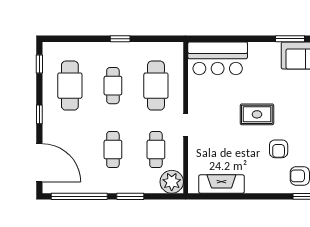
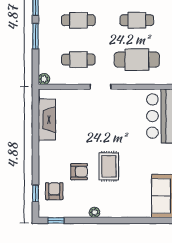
rug: (257, 114) -> (109, 166), moved
armchair: (279, 149) -> (79, 172), turned 180
plant: (172, 182) -> (44, 79), width x0.53, depth x0.53

